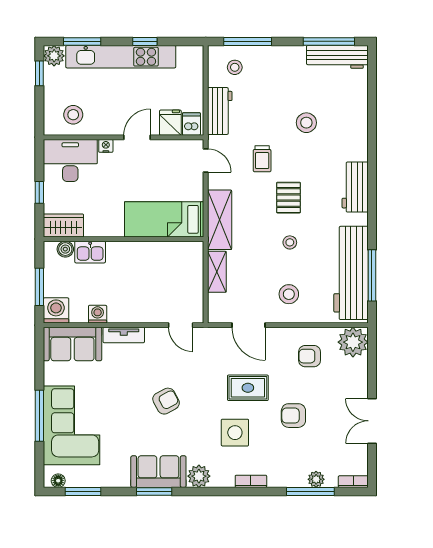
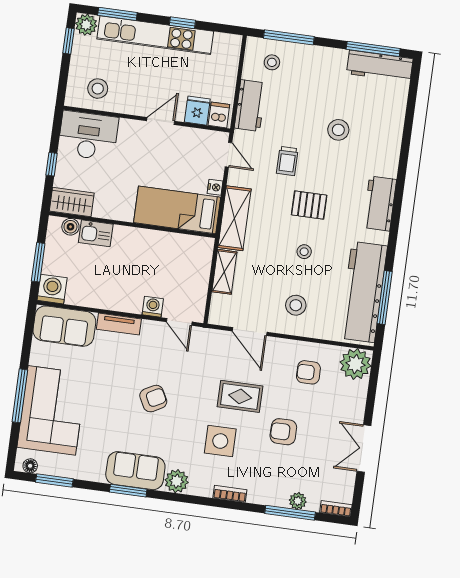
nightstand: (106, 146) -> (215, 187), moved, turned 90
pallet: (288, 198) -> (309, 205), turned 90
washing machine: (98, 314) -> (153, 307), moved

